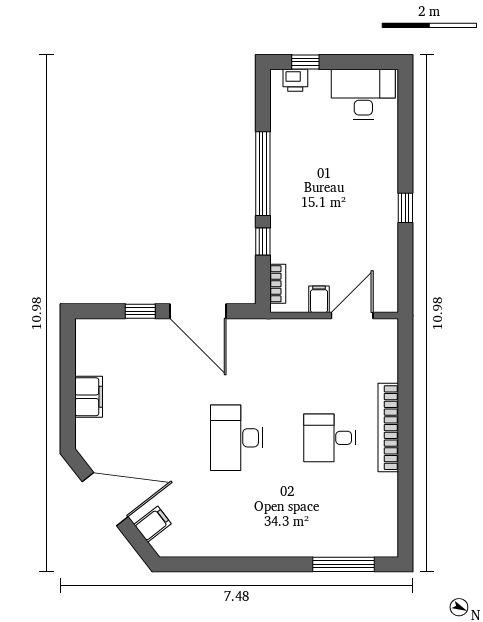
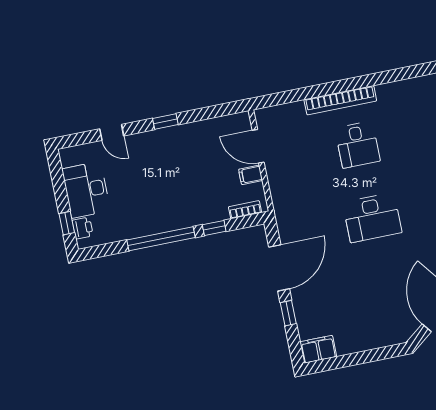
desk: (363, 94) -> (86, 190), moved
door: (405, 139) -> (112, 132), added
filing cabinet: (89, 397) -> (318, 349), moved

